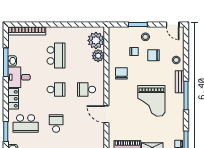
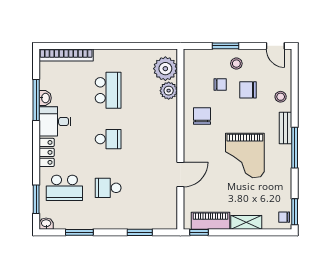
school desk: (87, 89) -> (152, 139), removed
door: (106, 114) -> (180, 174), swing flipped
school desk: (56, 124) -> (108, 188), turned -90

